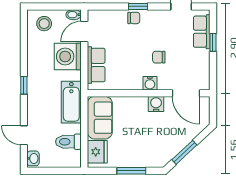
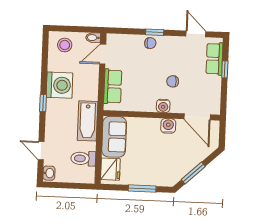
washing machine: (68, 57) -> (59, 85), moved, turned 180

